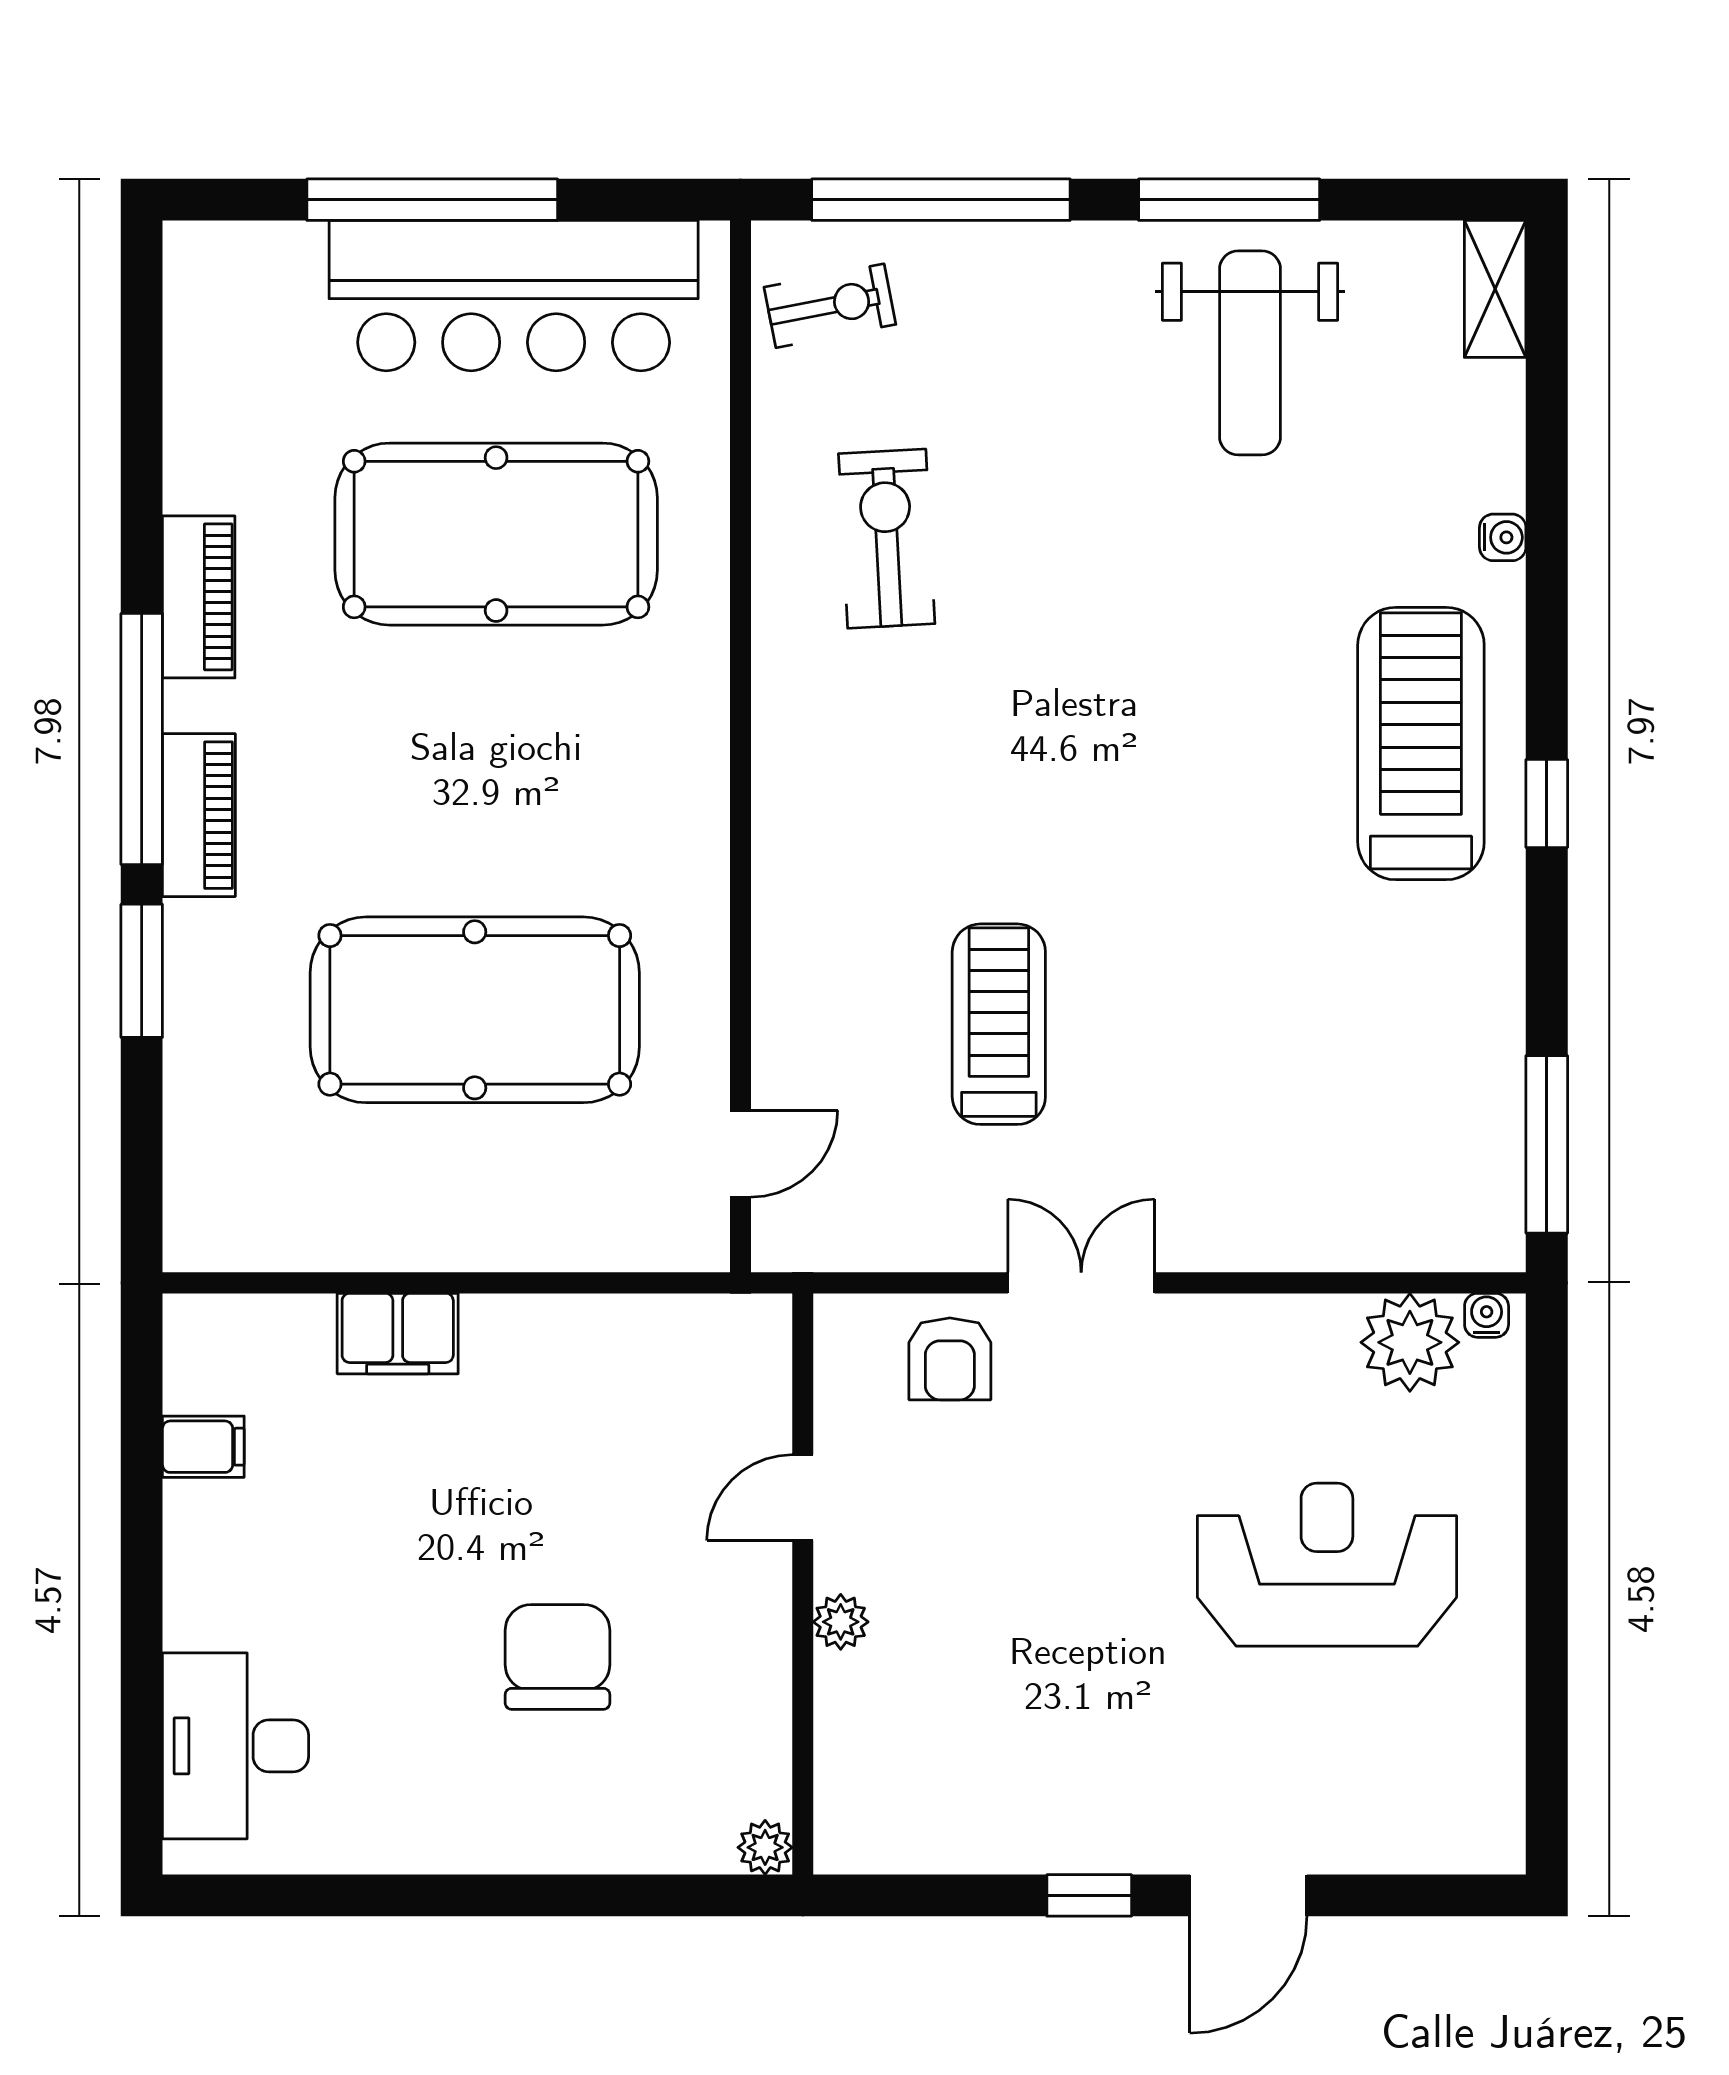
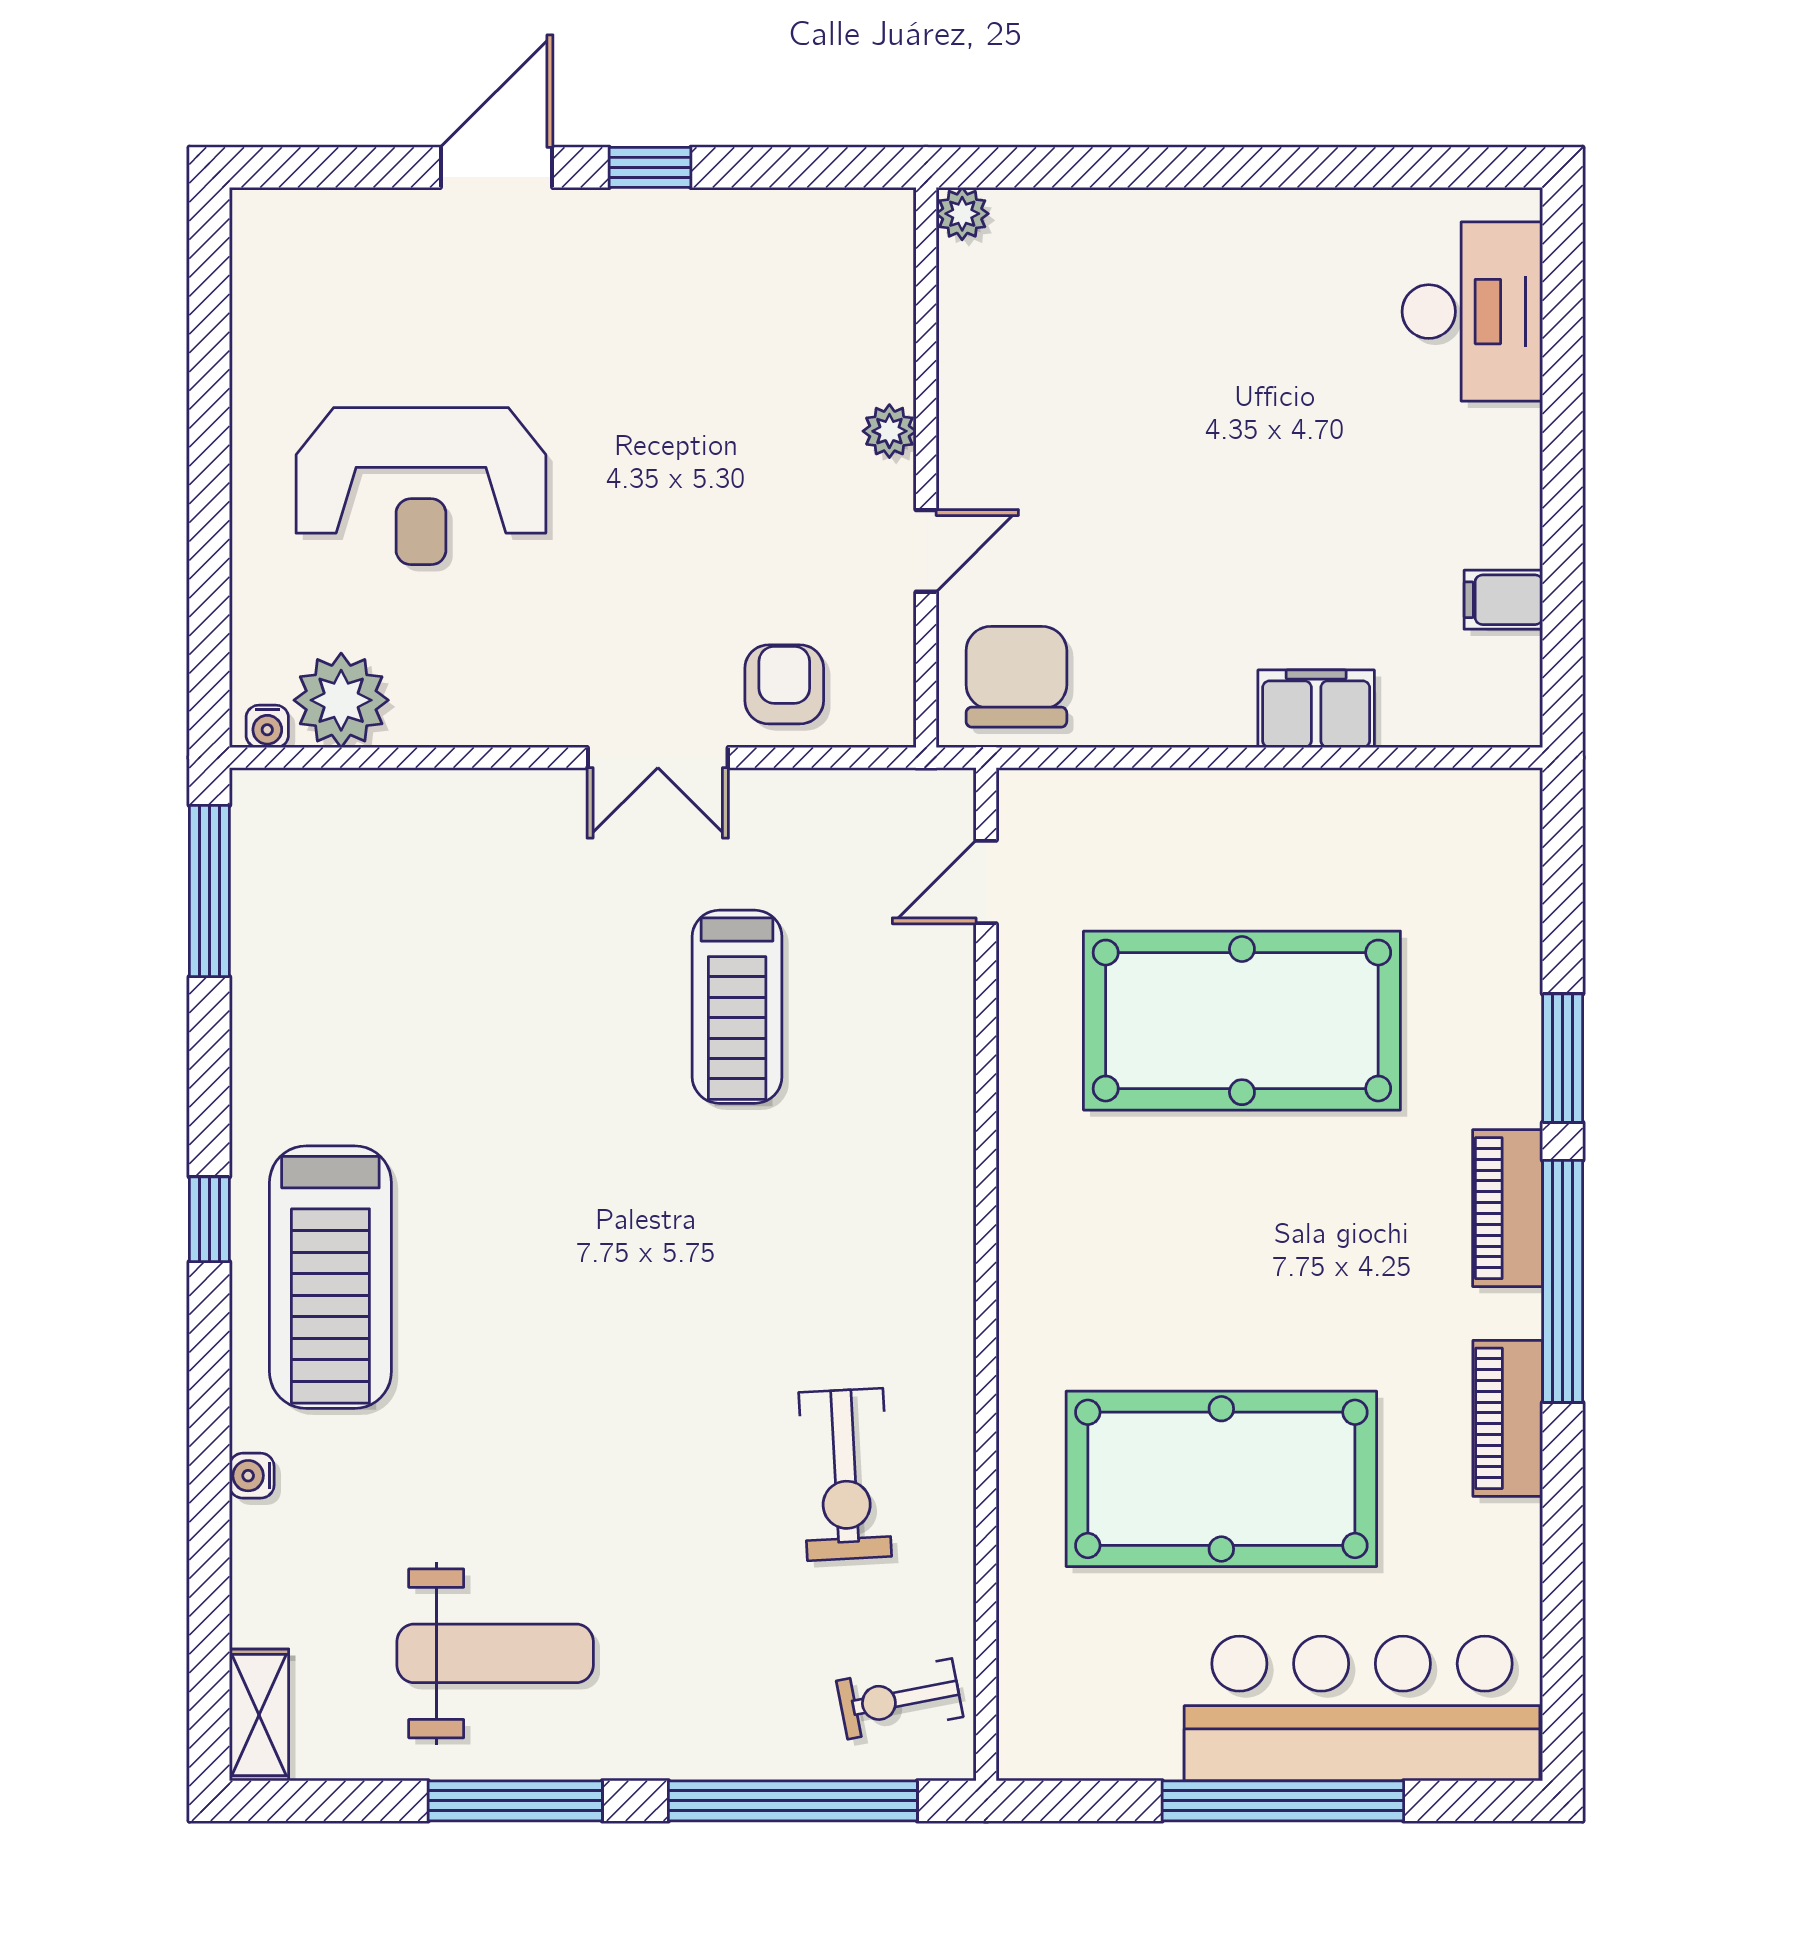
bar counter: (514, 296) -> (1362, 1709), moved
weight bench: (1250, 353) -> (495, 1653), turned 90
chair: (558, 1657) -> (1016, 677), moved, turned 180

